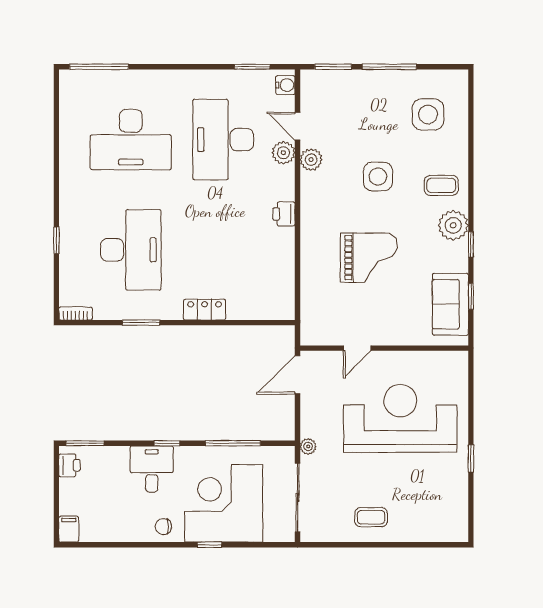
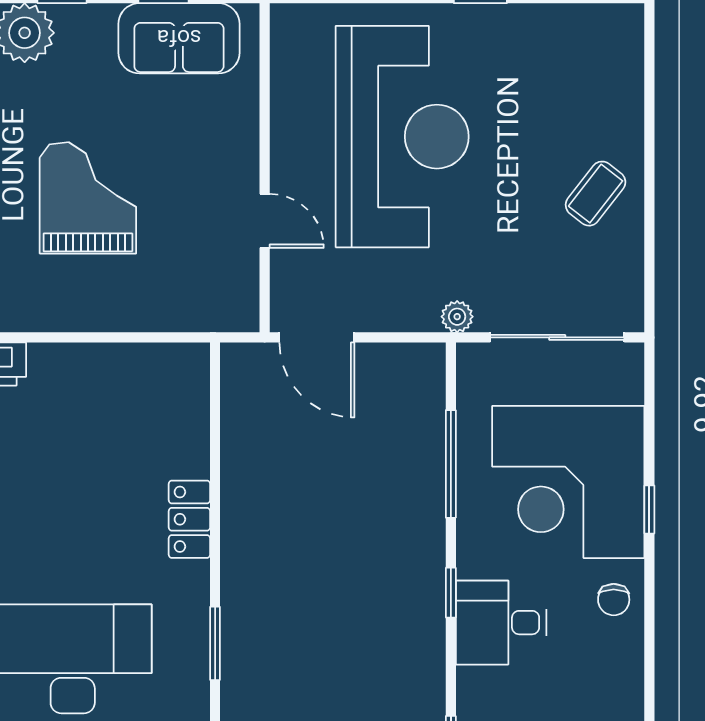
reception desk: (400, 418) -> (402, 137), turned 180
coffee table: (371, 517) -> (596, 194), turned 38

